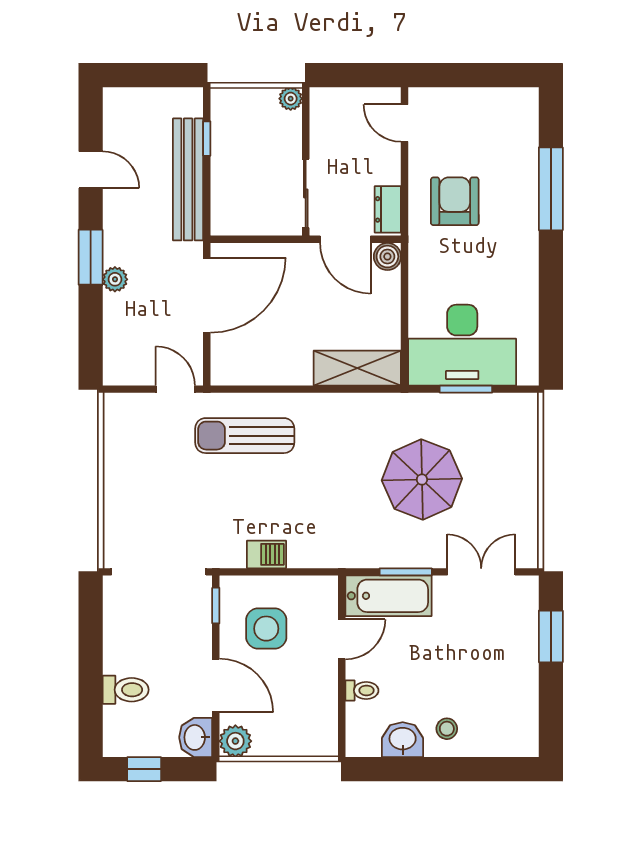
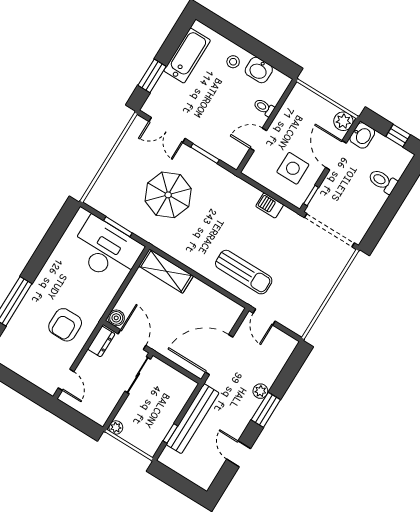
bathtub: (388, 596) -> (187, 56), moved, turned 90

